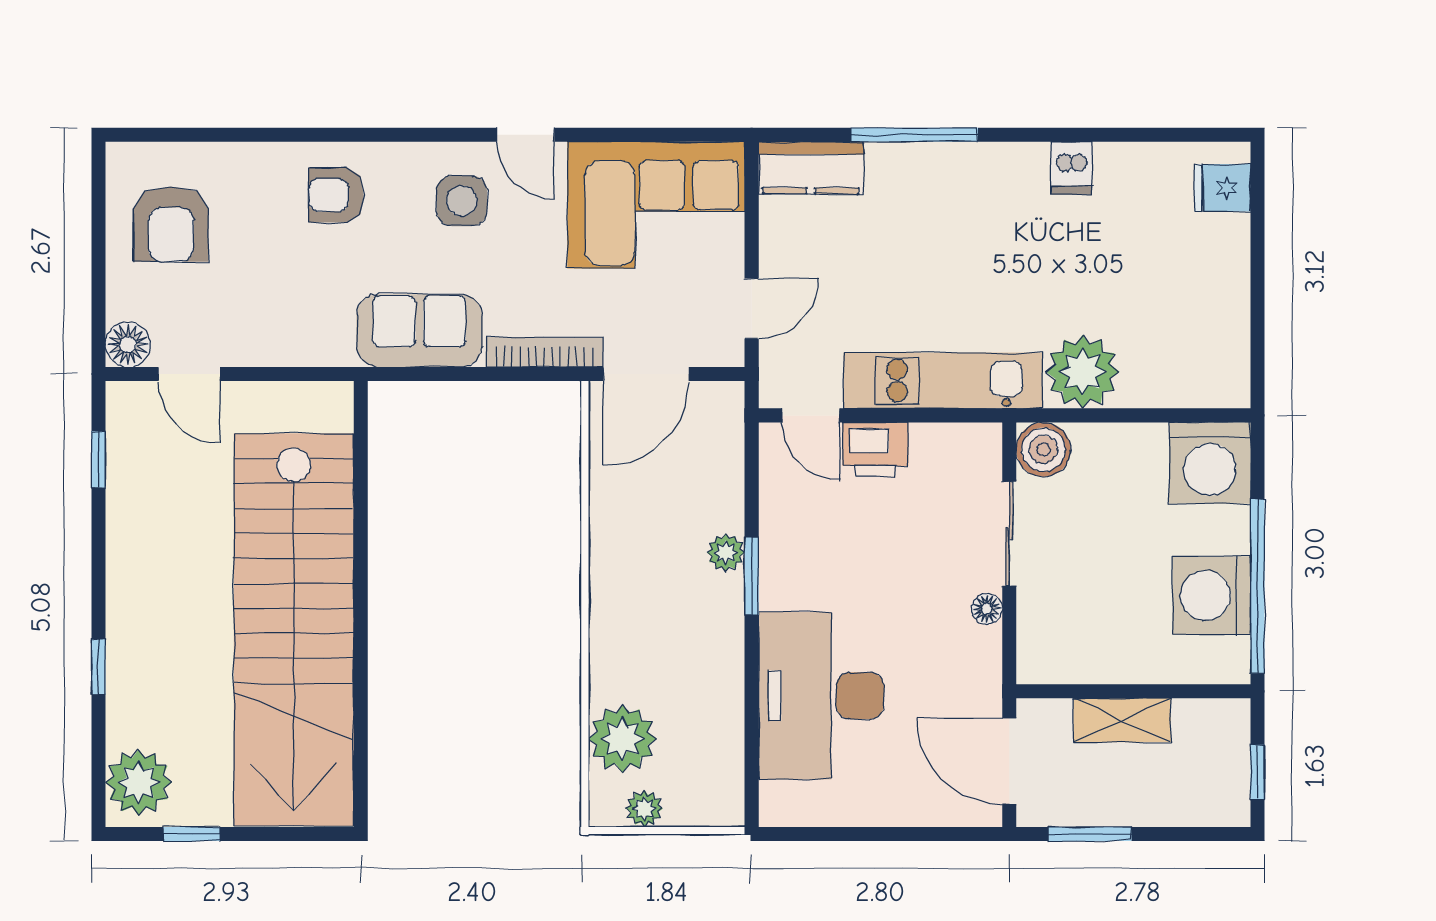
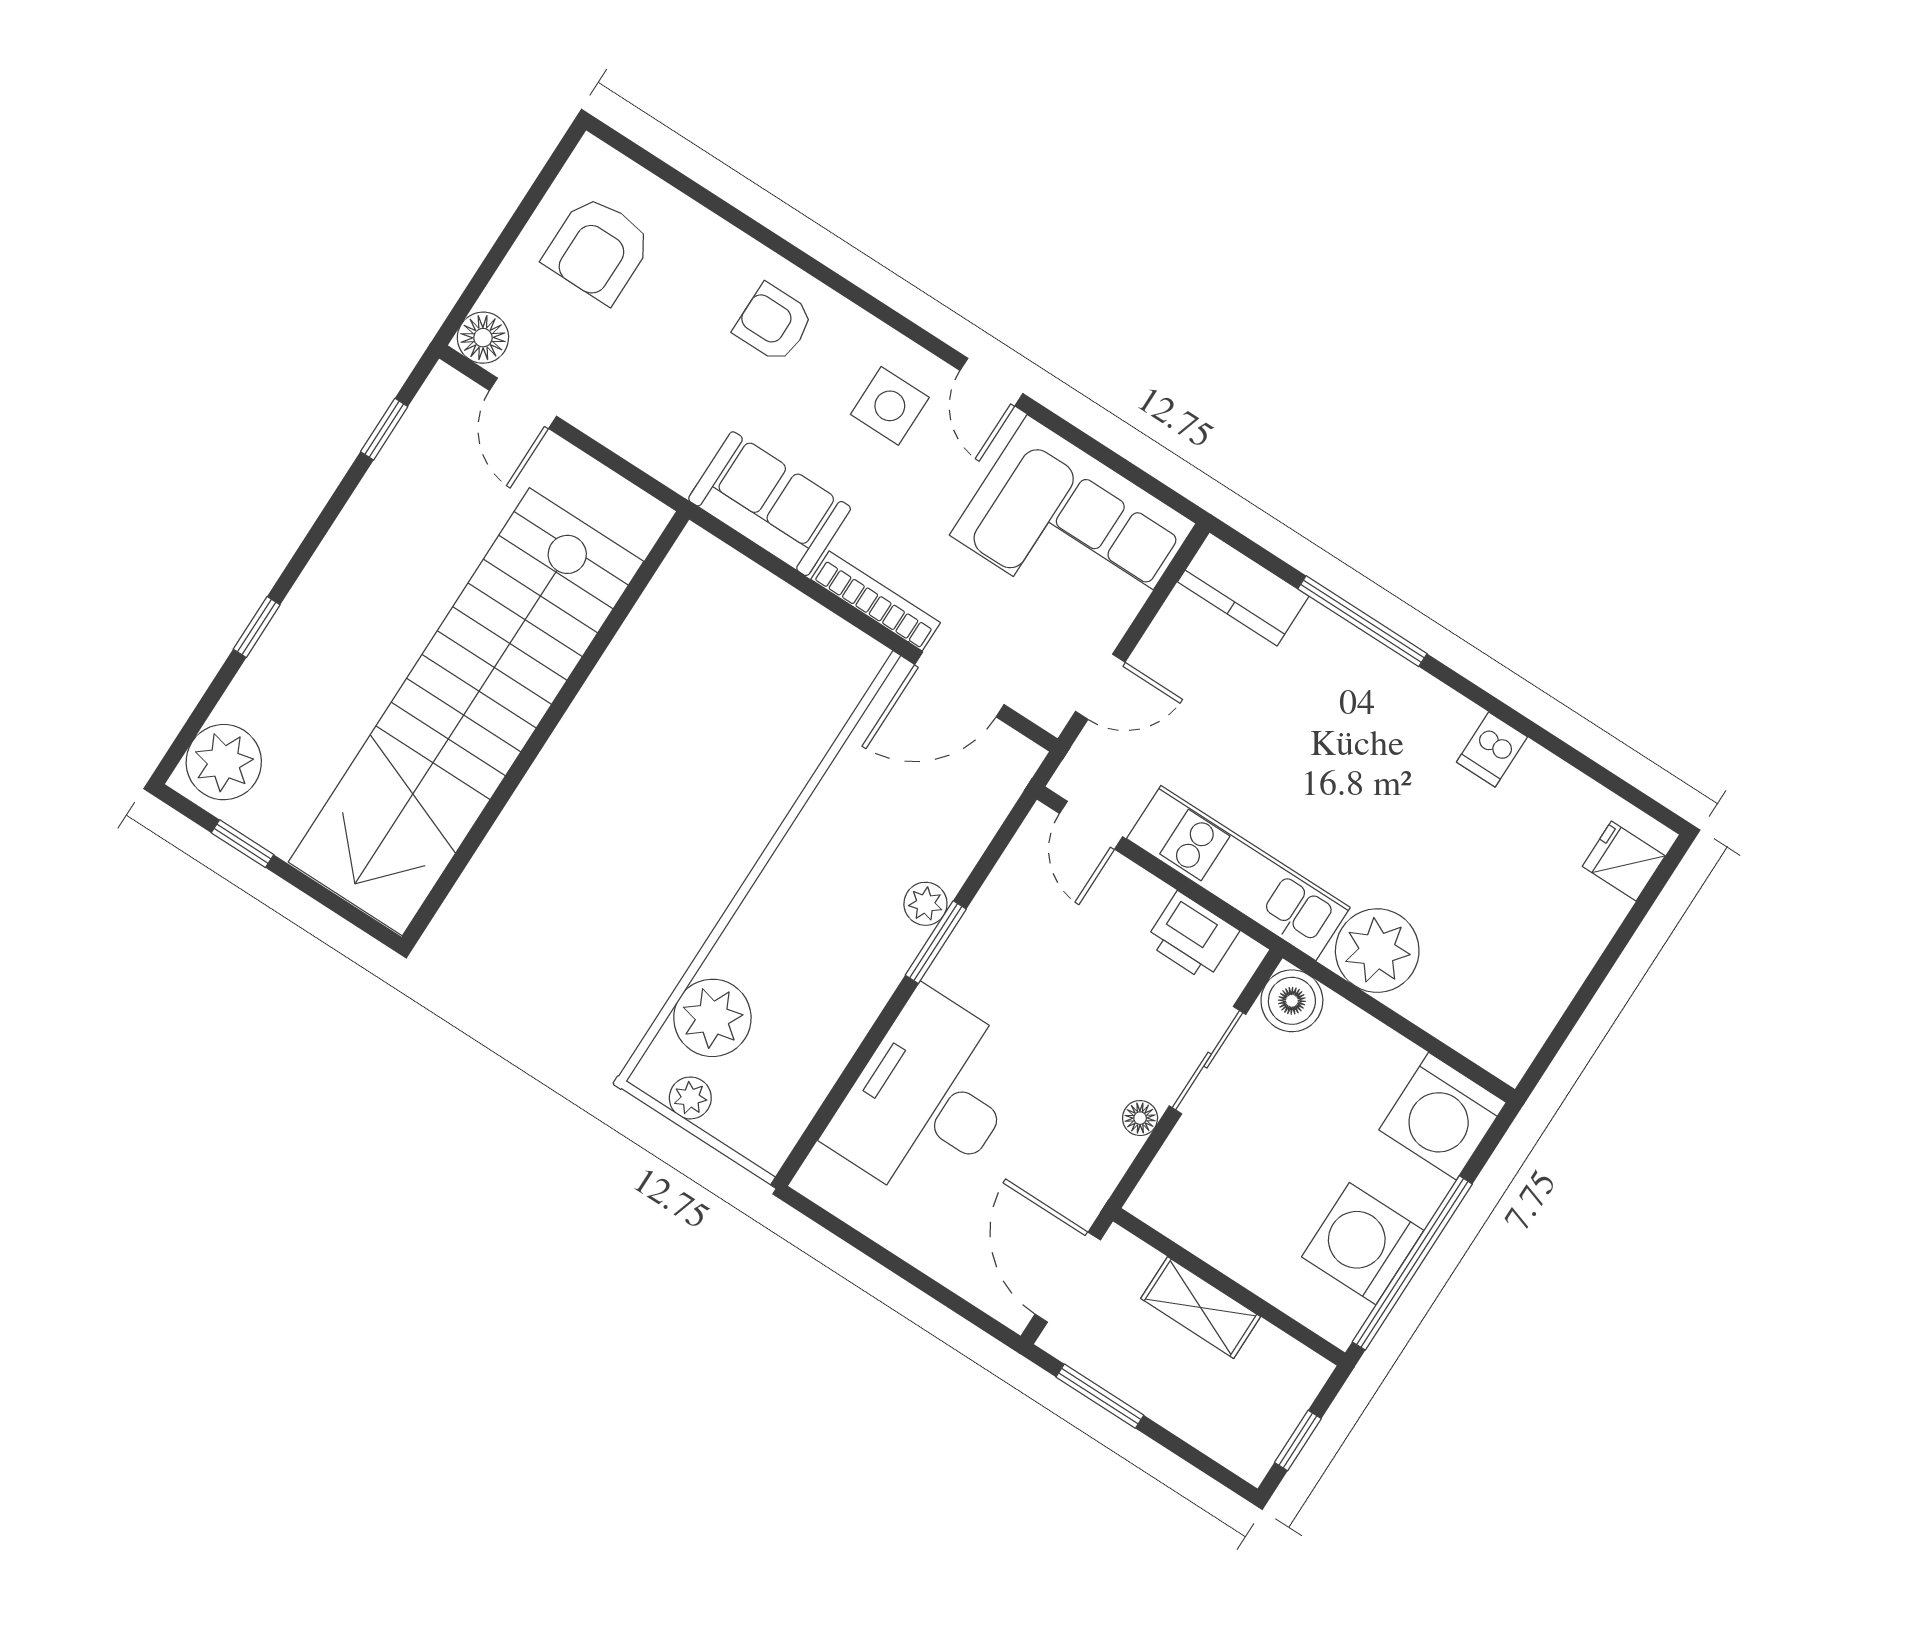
printer: (875, 449) -> (1192, 936), moved

